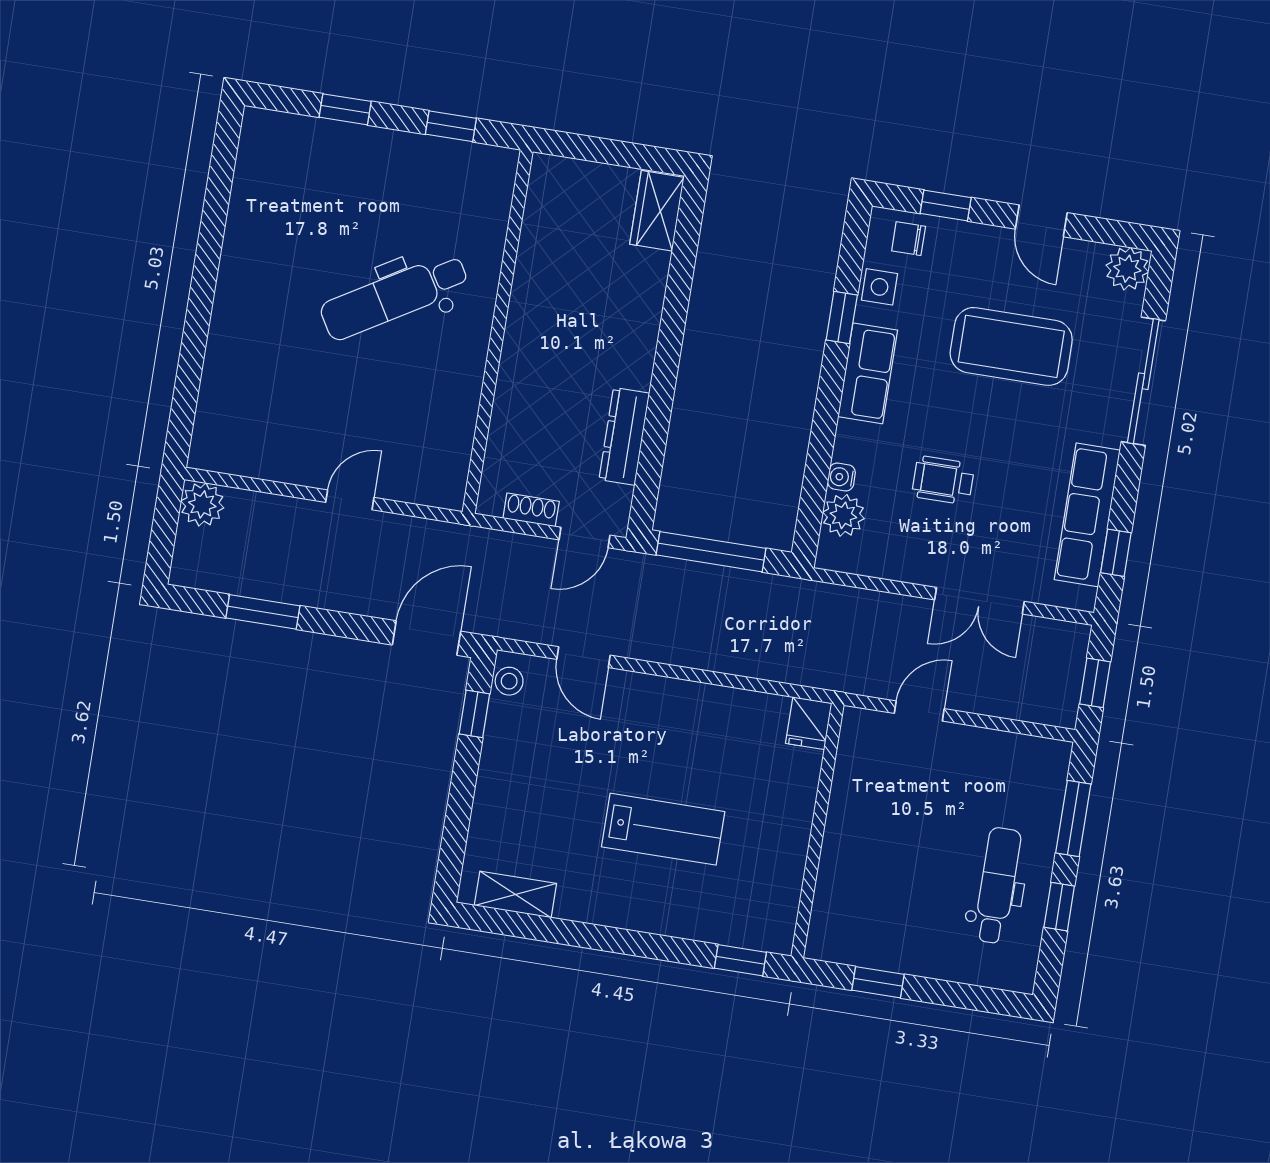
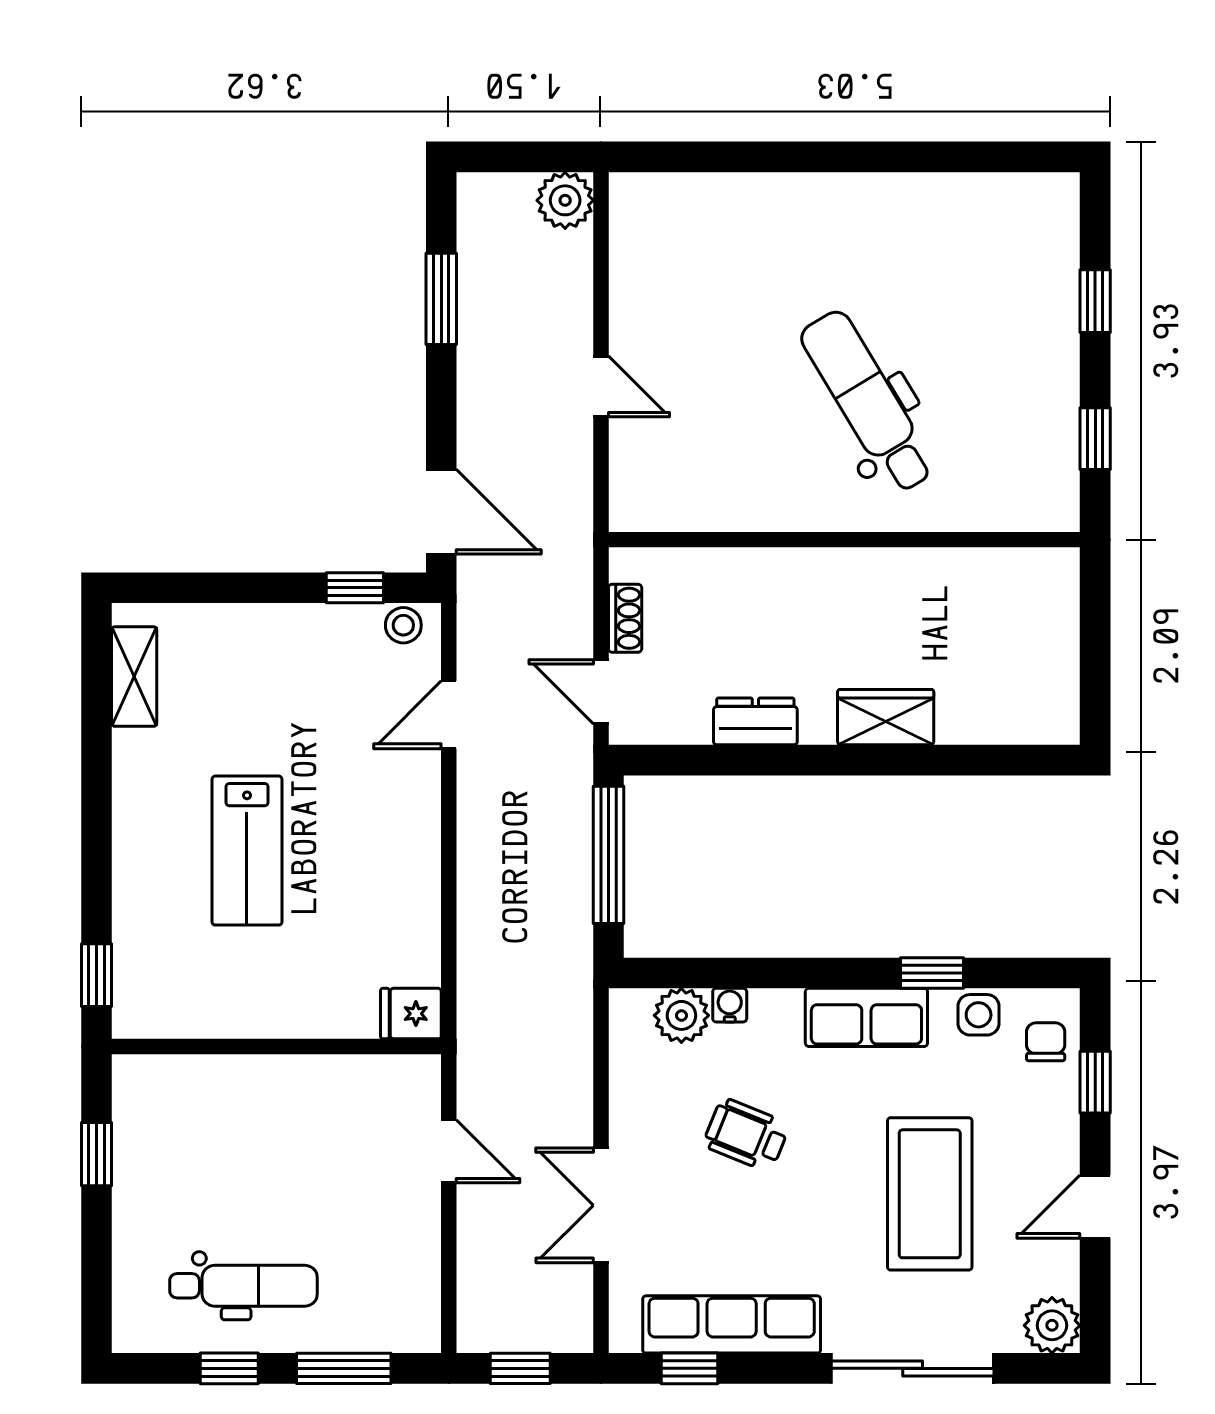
wardrobe: (657, 211) -> (886, 717), moved
dresser: (624, 436) -> (755, 721), width x0.70
wheelchair: (943, 480) -> (746, 1135), turned -68

